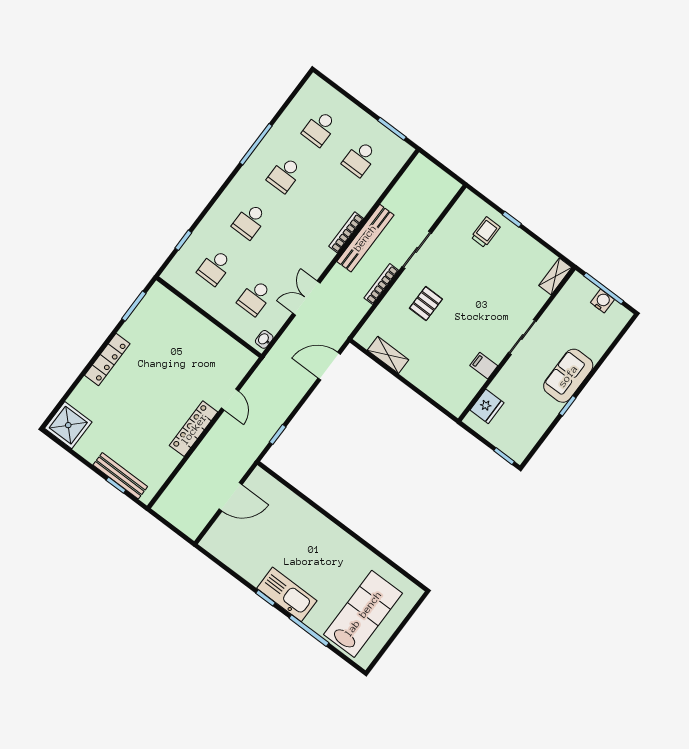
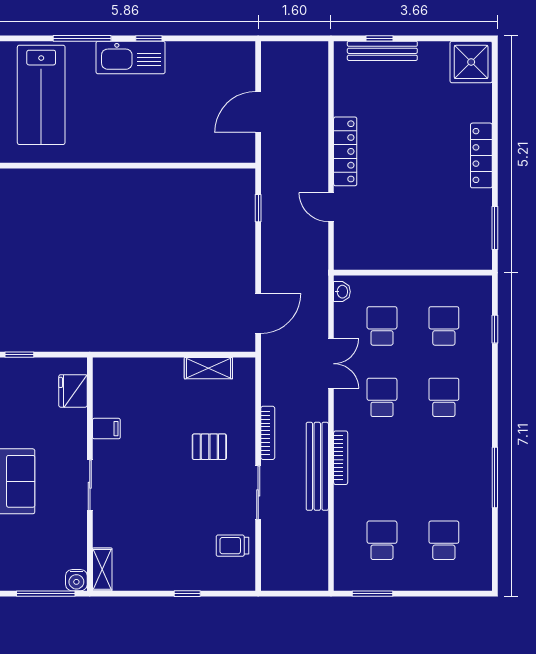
school desk: (285, 175) -> (382, 397), moved
trolley: (486, 232) -> (232, 546), moved, turned 90
water cooler: (602, 301) -> (76, 580), moved
pallet: (426, 304) -> (209, 447), turned 90

